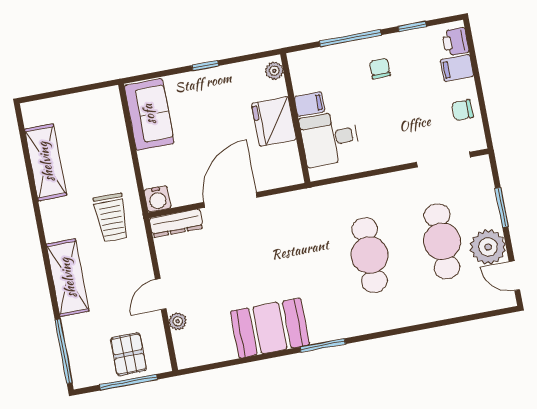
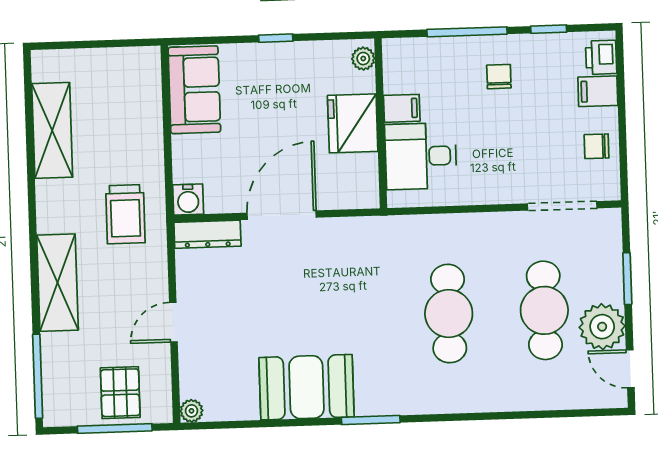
plant: (178, 321) -> (191, 411), moved

